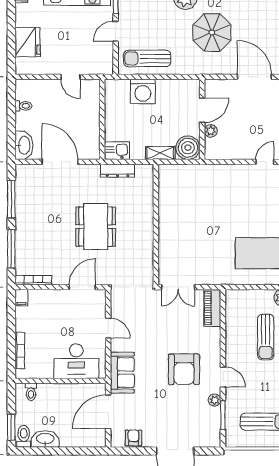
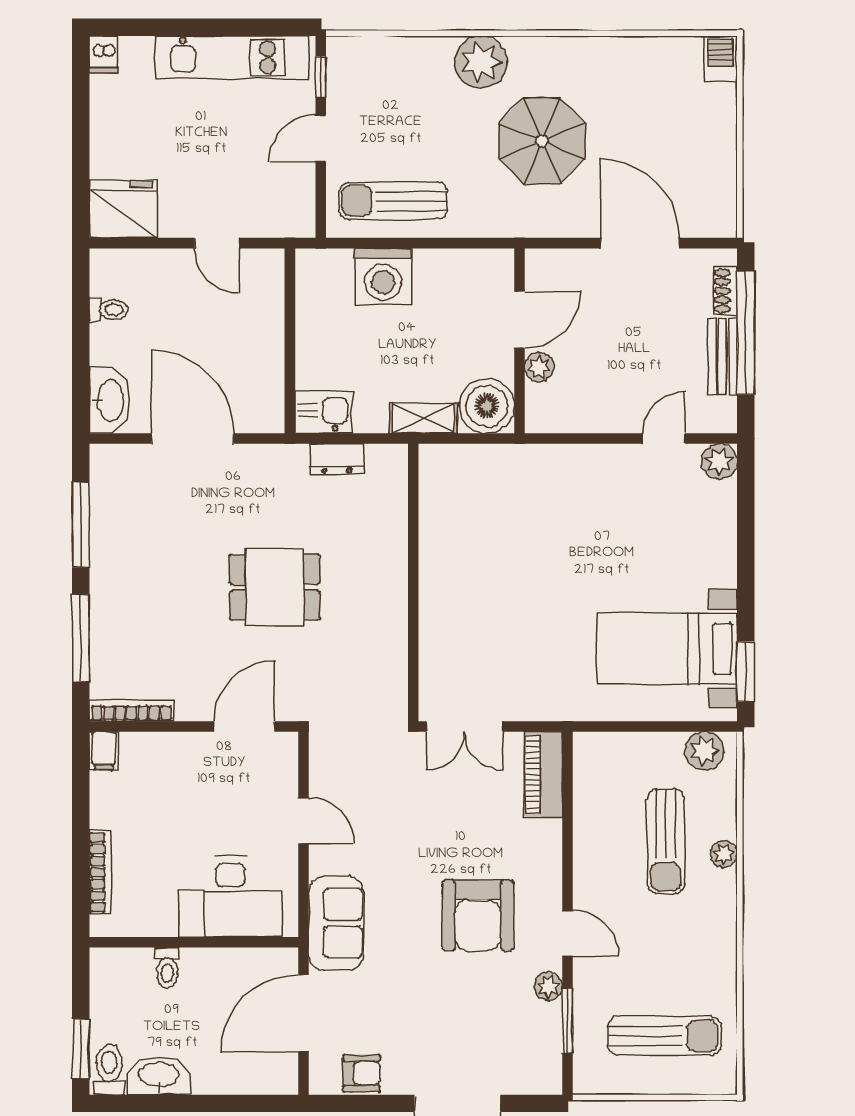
fridge: (28, 42) -> (123, 209), moved, turned -90
dresser: (118, 171) -> (337, 459), width x0.70
dining table: (96, 227) -> (275, 587), width x0.73
toilet: (31, 392) -> (167, 968), moved
armchair: (133, 438) -> (362, 1073), turned 90

